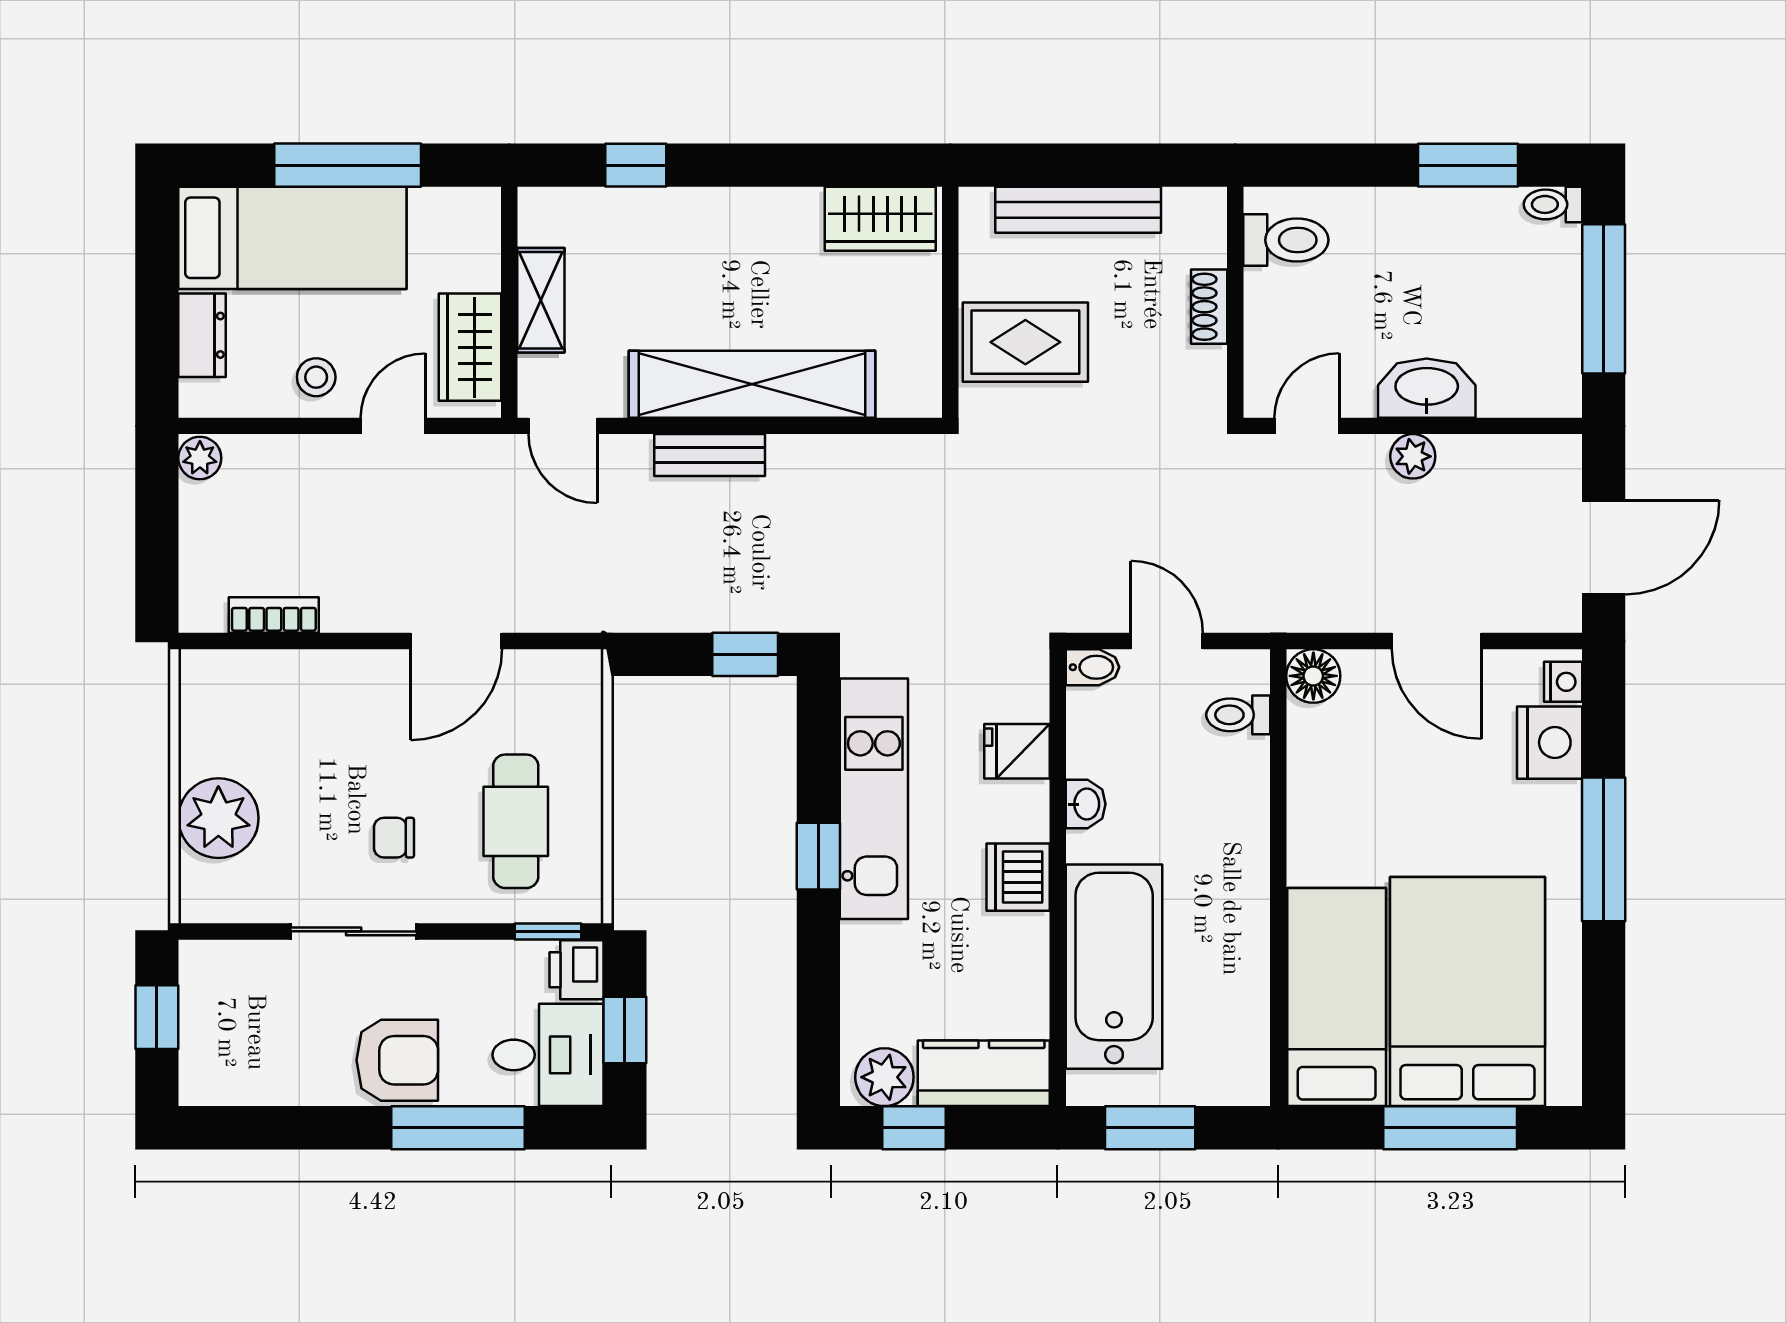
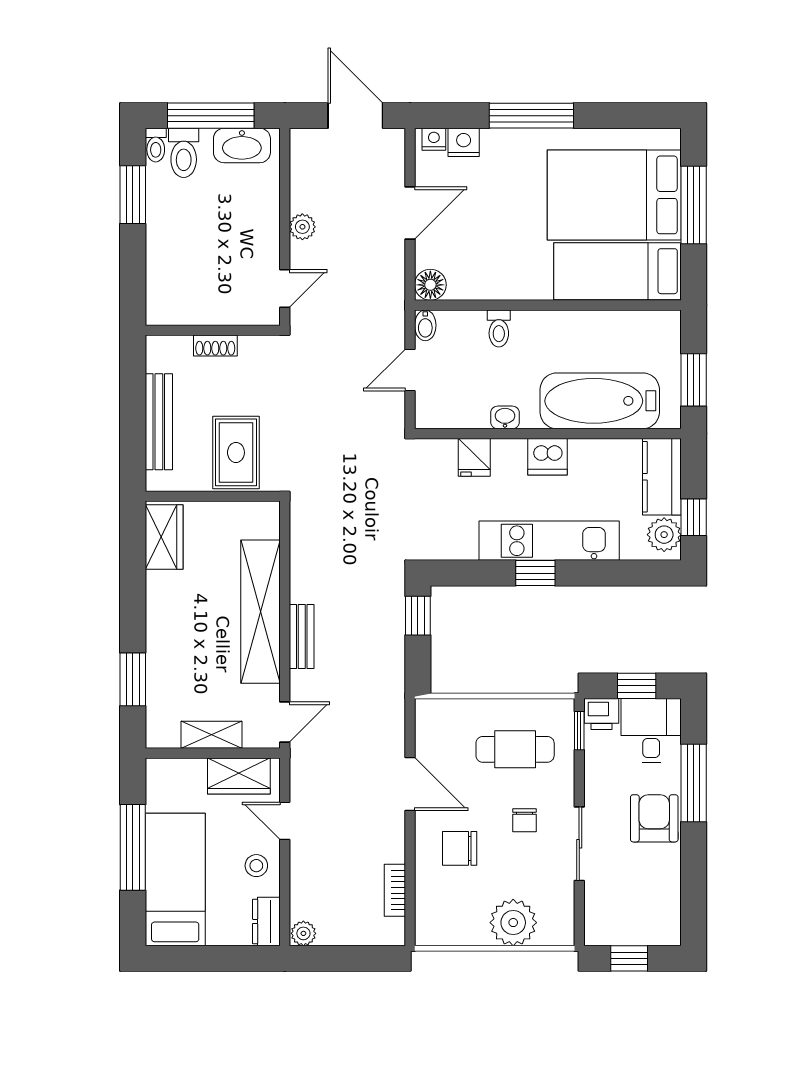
window: (636, 165) -> (133, 679), width x1.50
toilet: (1286, 240) -> (184, 153), moved, turned 180
dresser: (202, 335) -> (266, 921), moved, turned -90
washbasin: (1427, 388) -> (242, 145), moved, turned -90
door: (1307, 426) -> (285, 289), swing flipped
bidet: (1093, 667) -> (425, 325), moved, turned 180
toilet: (1238, 715) -> (499, 328), moved
chair: (346, 726) -> (460, 848), added
nightstand: (1550, 743) -> (464, 142), width x0.74, depth x0.75
kitchen unit: (874, 799) -> (549, 541), moved

